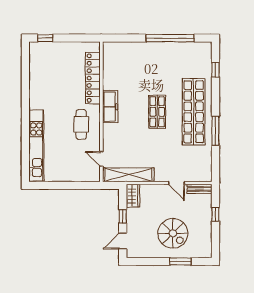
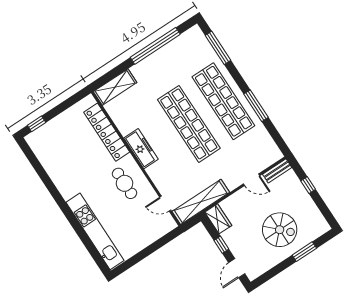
shelving: (121, 49) -> (115, 87), added
window: (215, 70) -> (218, 48), width x2.17
shop shelf: (157, 112) -> (189, 124), width x2.00, depth x1.36

